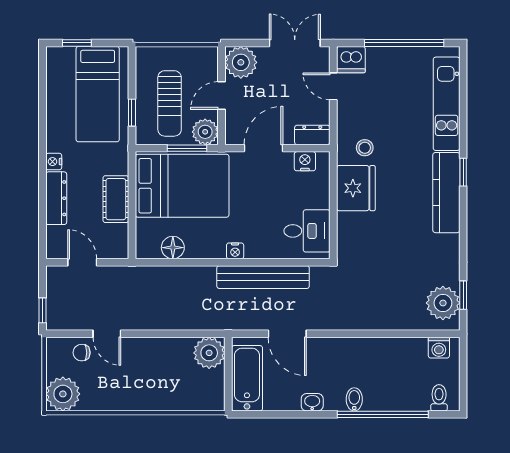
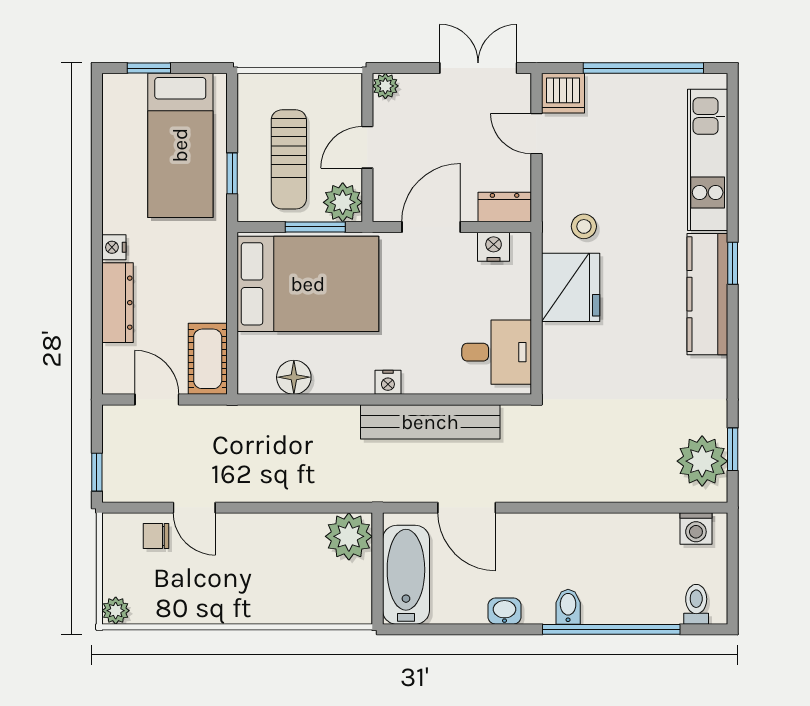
plant: (241, 62) -> (385, 86), width x0.53, depth x0.53
cot: (116, 199) -> (208, 359), moved
plant: (63, 394) -> (116, 611), width x0.53, depth x0.53

